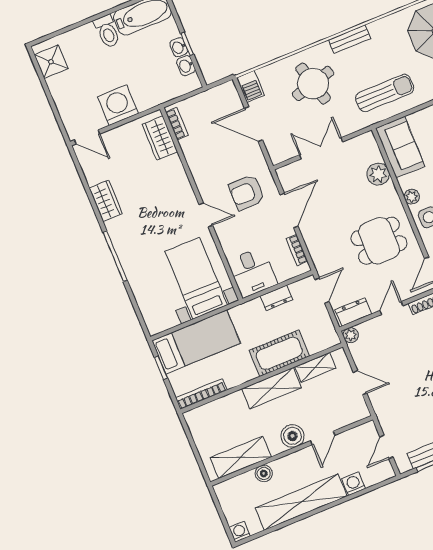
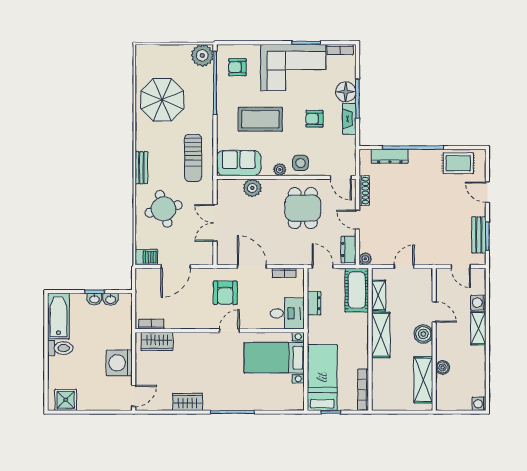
sun lounger: (385, 93) -> (193, 158), turned 180
cot: (279, 353) -> (357, 290), moved
shelving: (301, 502) -> (478, 328), width x0.45, depth x0.75

